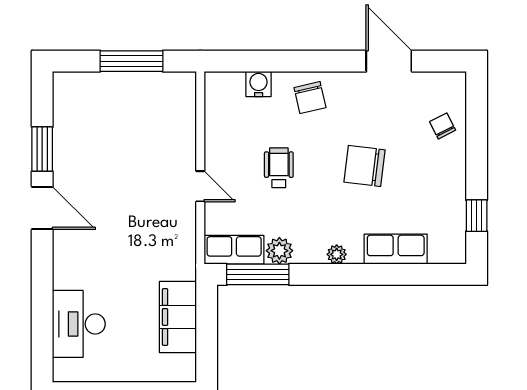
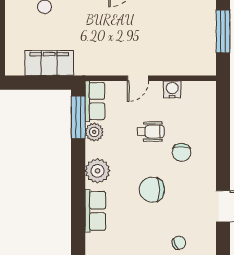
water cooler: (259, 84) -> (172, 89), moved, turned -90
chair: (310, 98) -> (182, 152), moved, turned -77
chair: (364, 166) -> (152, 190), turned -97
plant: (337, 254) -> (98, 171), width x1.87, depth x1.87

